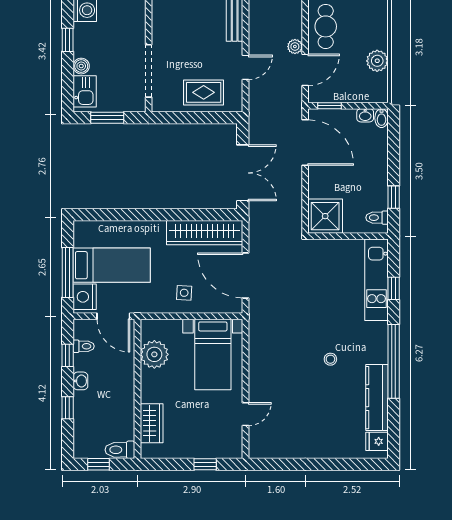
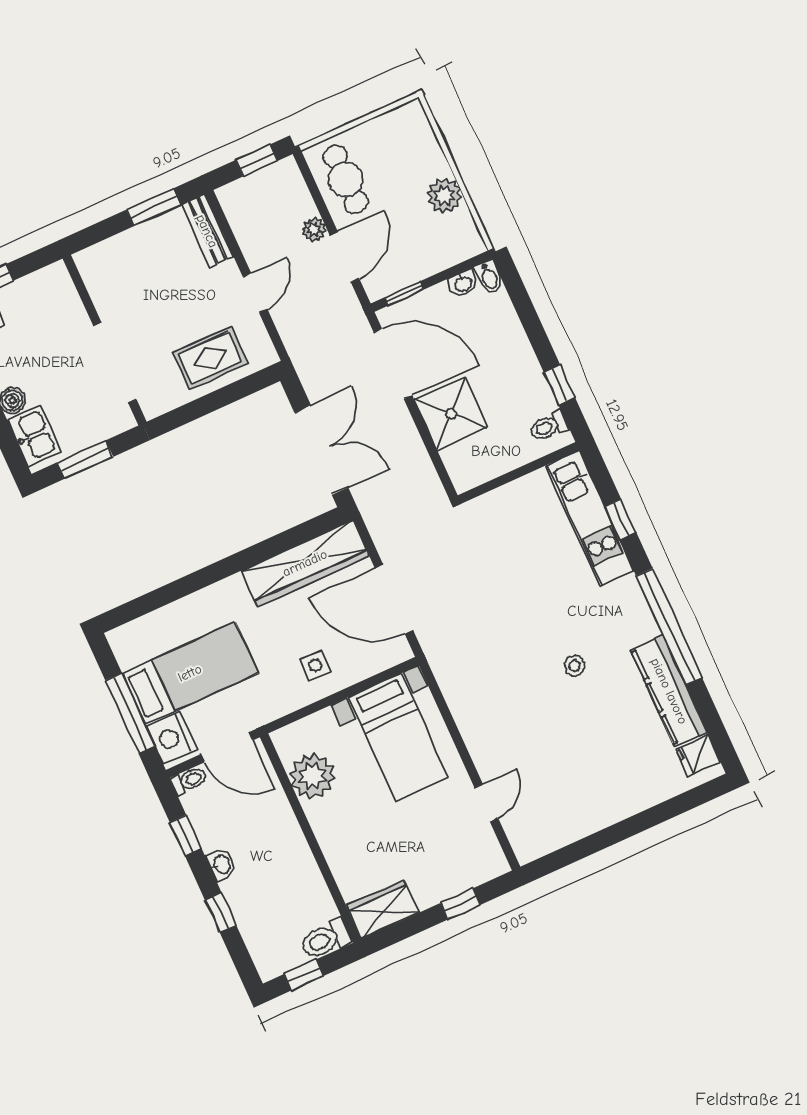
shower: (325, 216) -> (451, 414), moved
toilet: (84, 346) -> (189, 781), moved
wardrobe: (152, 423) -> (383, 909), moved, turned -90

